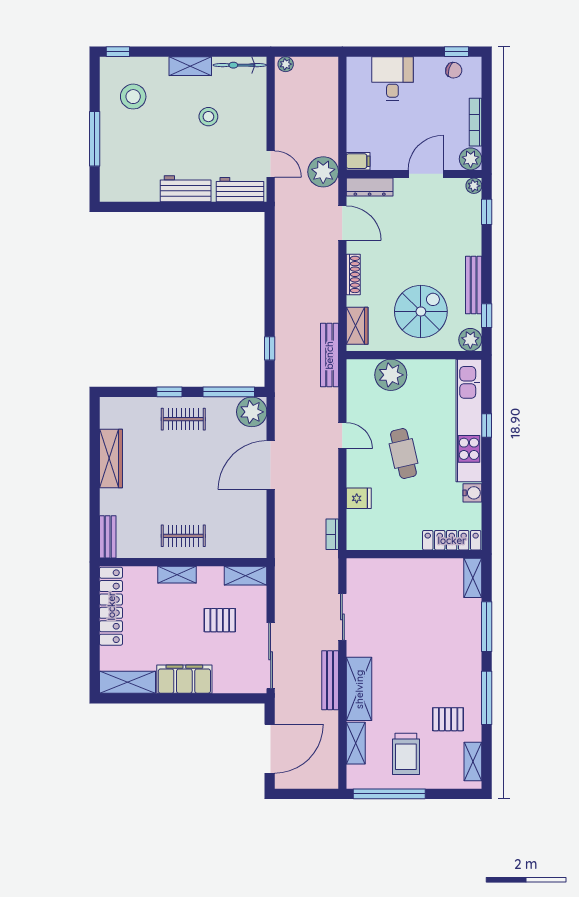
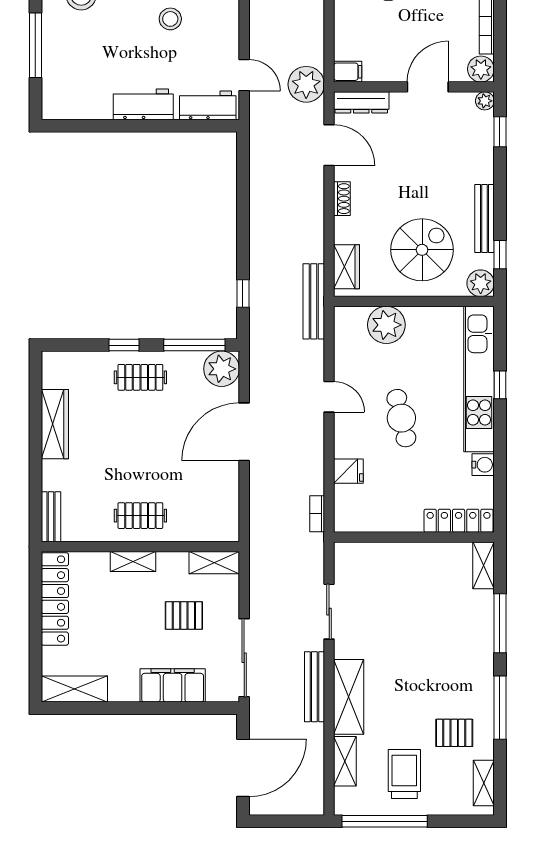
shoe rack: (353, 274) -> (342, 199), width x0.70
filing cabinet: (184, 679) -> (173, 685), moved
trolley: (406, 754) -> (404, 774), turned 180

